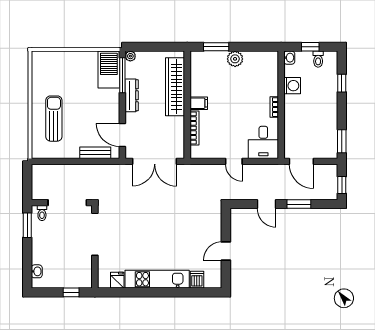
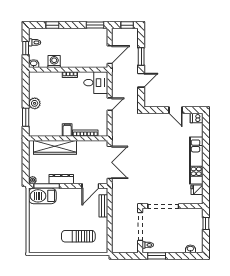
dishwasher: (197, 280) -> (197, 118), moved

